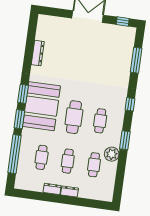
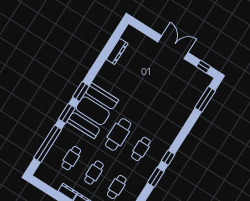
dresser: (38, 53) -> (117, 51), moved
window: (136, 60) -> (205, 99), moved
window: (130, 104) -> (168, 158), moved
plant: (112, 154) -> (138, 184), removed

